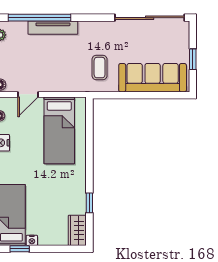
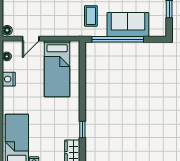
sofa: (153, 78) -> (128, 24), width x0.73
window: (132, 95) -> (118, 39), added

